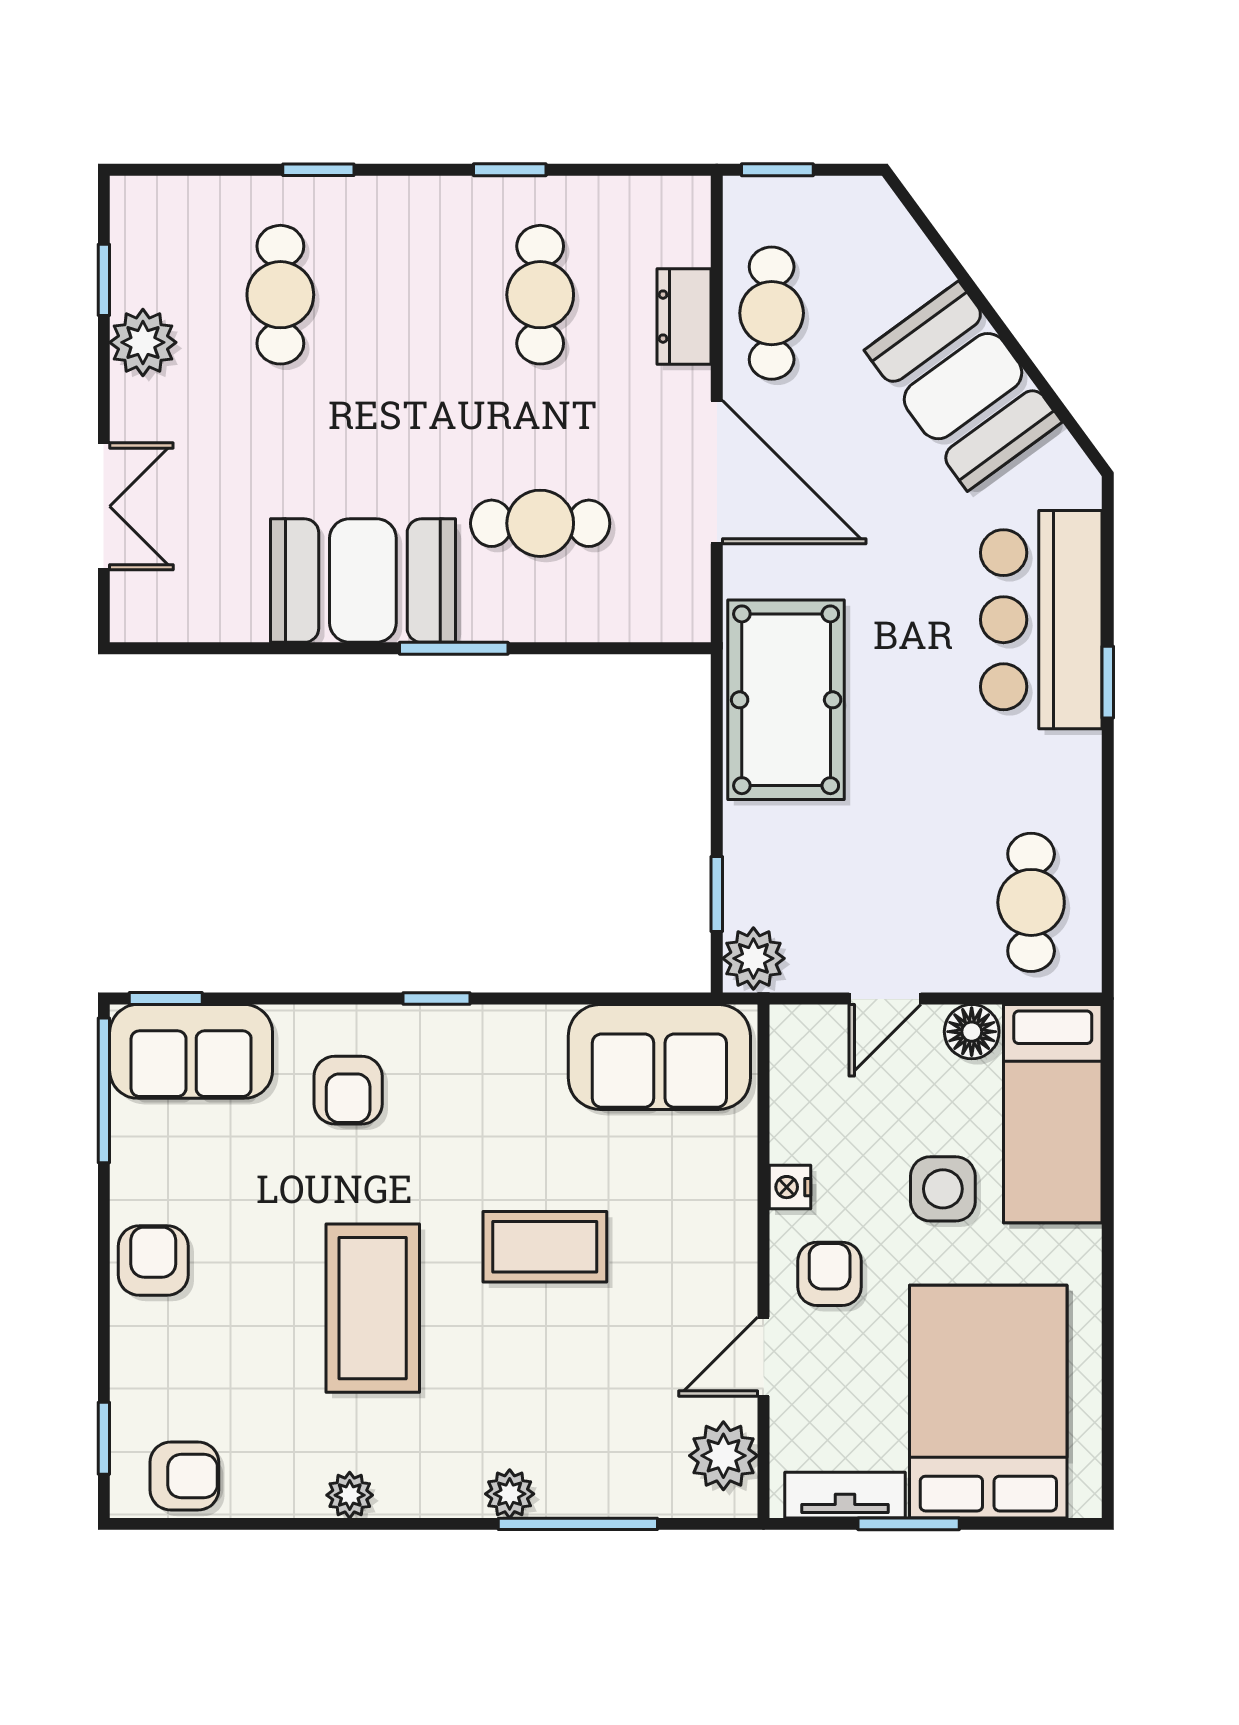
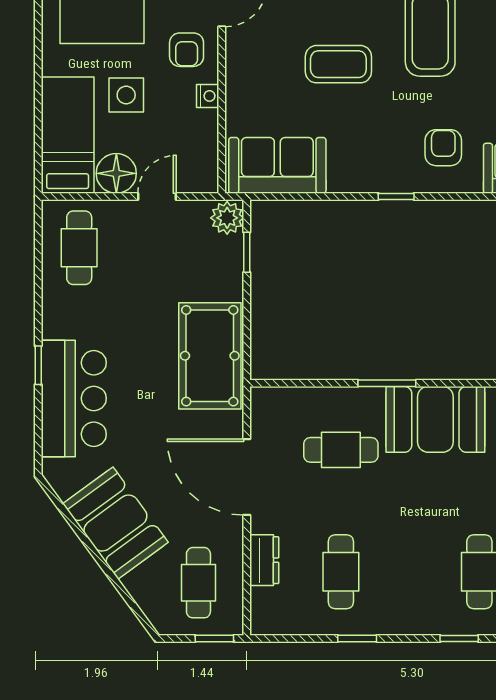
cafe table: (772, 313) -> (198, 583), moved
floor lamp: (972, 1032) -> (116, 173), width x1.38, depth x1.38

